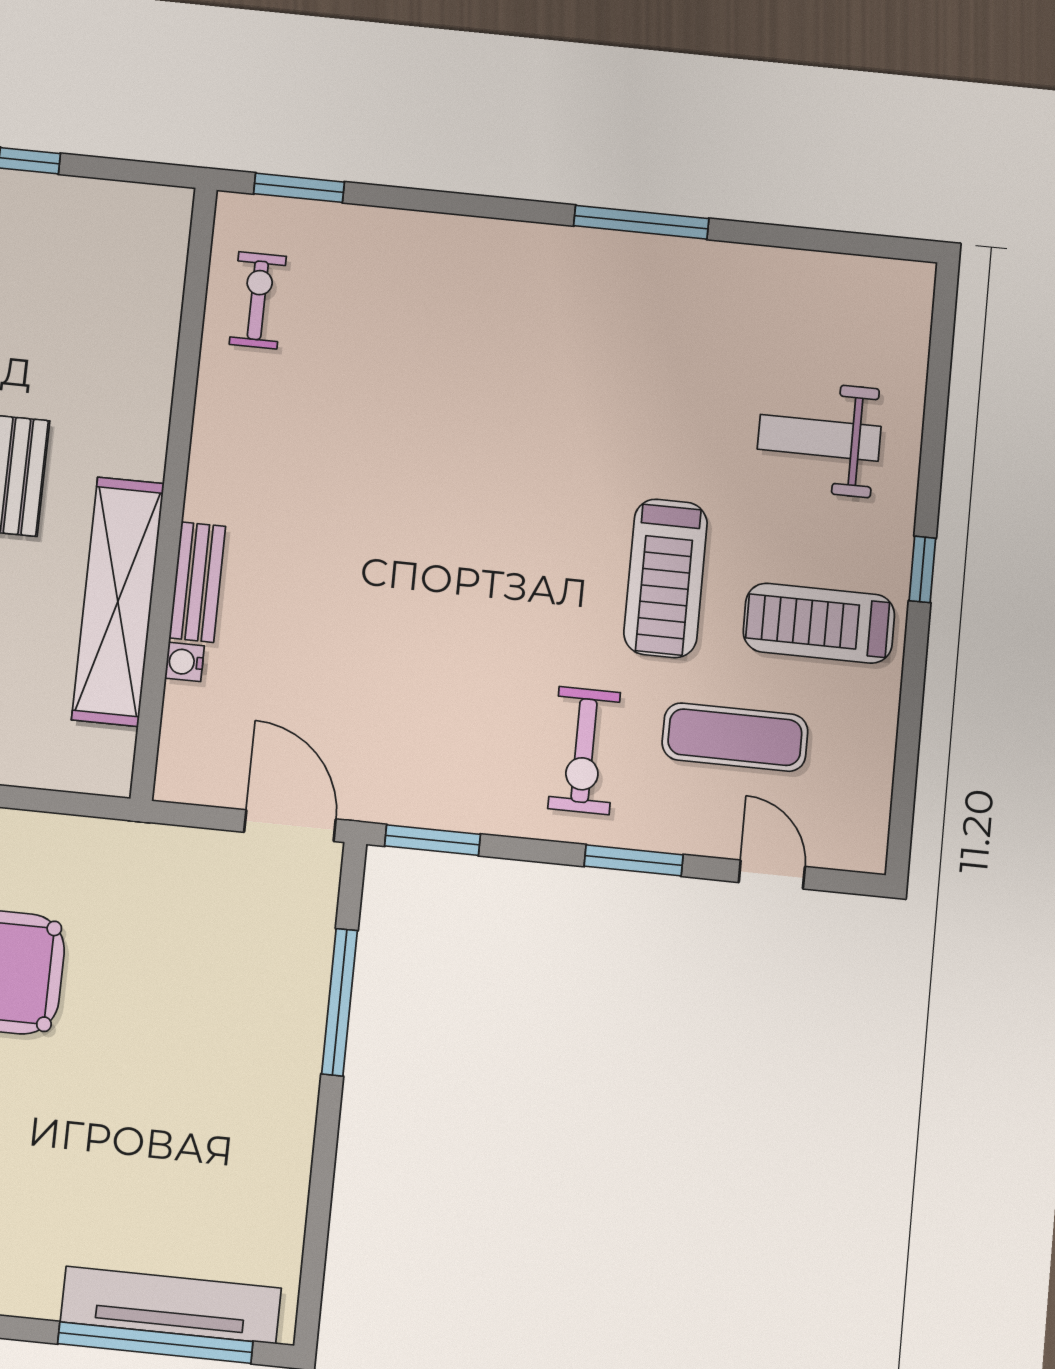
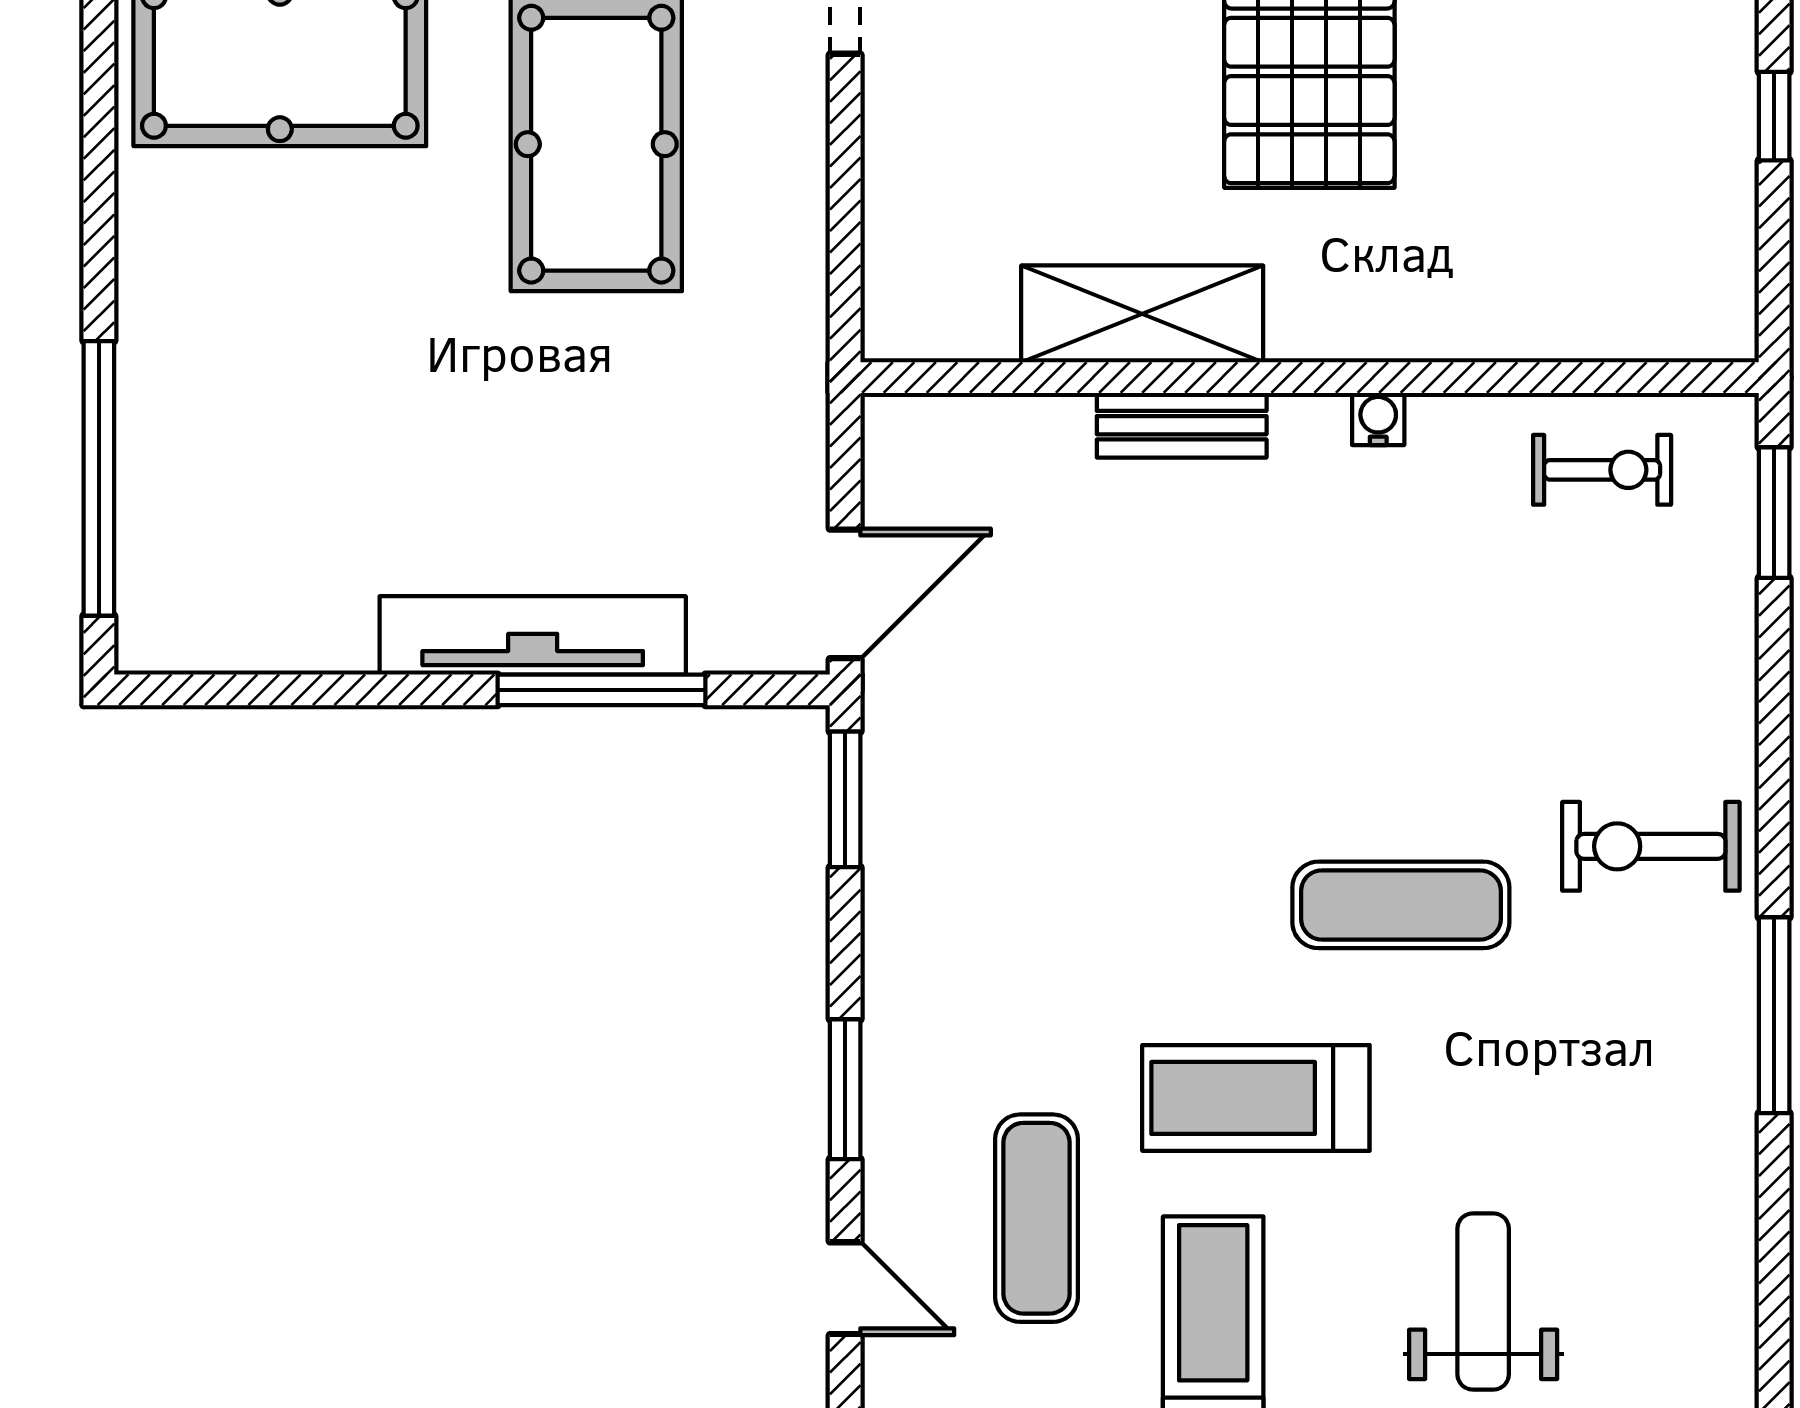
exercise mat: (542, 466) -> (1401, 905), added
shelving: (118, 601) -> (1142, 314), width x0.68
water cooler: (185, 662) -> (1378, 419), moved
exercise bike: (584, 751) -> (1651, 846), moved
door: (772, 875) -> (845, 1288), hinge flipped
tv unit: (171, 1305) -> (533, 635), moved, turned -90

